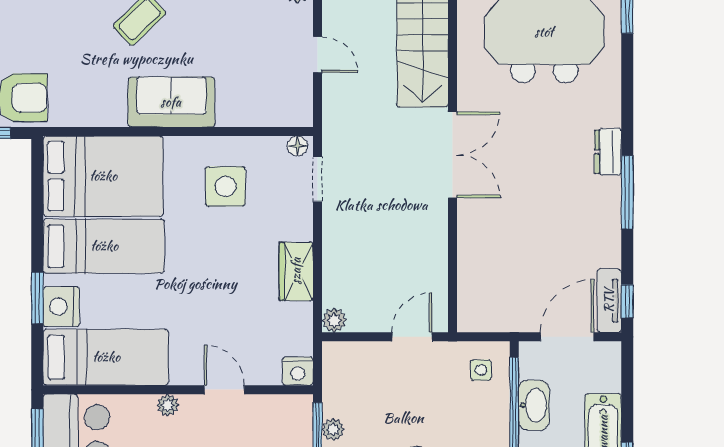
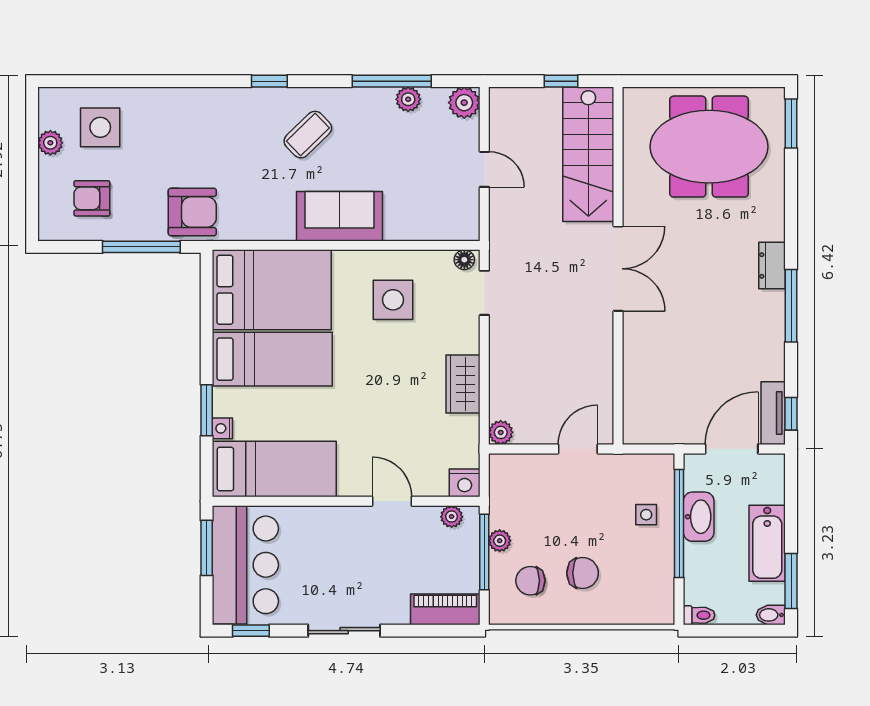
nightstand: (61, 307) -> (222, 428), width x0.53, depth x0.56
side table: (481, 370) -> (646, 515), moved
plant: (168, 405) -> (452, 517), moved

